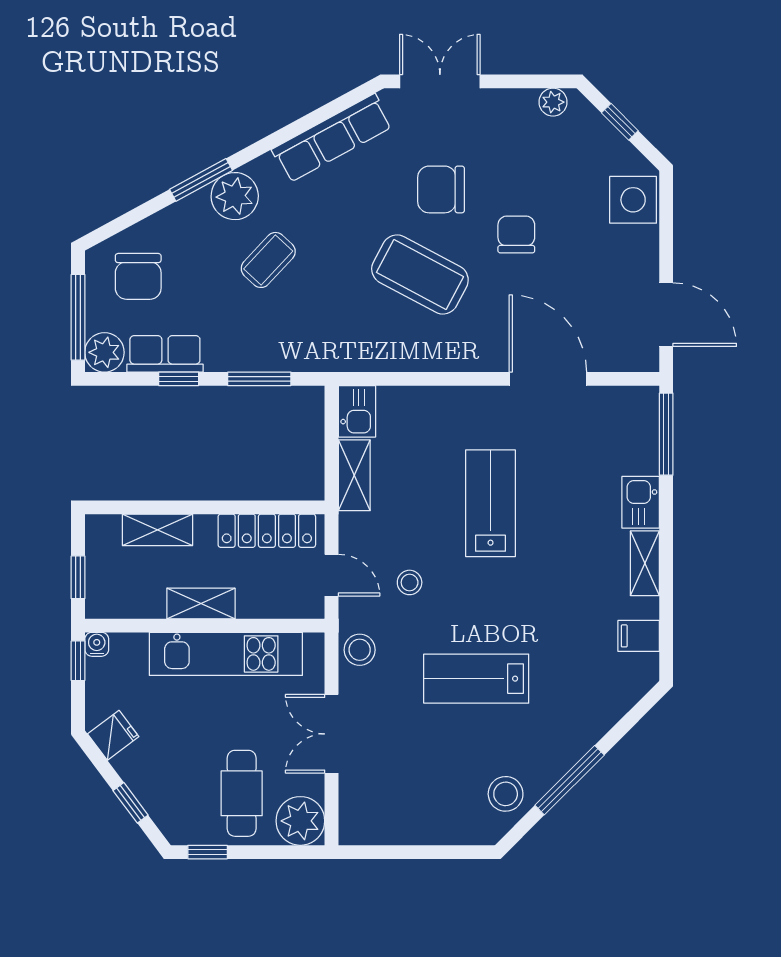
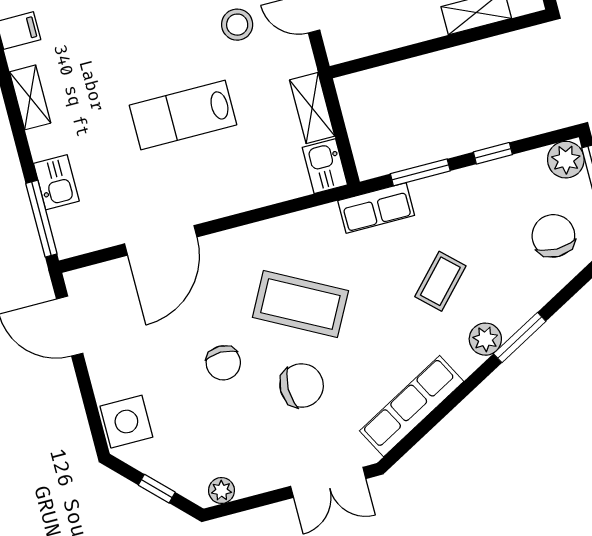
plant: (235, 196) -> (485, 339), width x0.73, depth x0.73
row of seats: (165, 354) -> (376, 208), moved
door: (548, 379) -> (161, 240), hinge flipped
kitchen sink: (641, 502) -> (56, 182), moved
lab bench: (491, 503) -> (183, 115), turned 90
locker: (267, 531) -> (378, 38), removed
stool: (410, 582) -> (237, 25), width x1.37, depth x1.37

